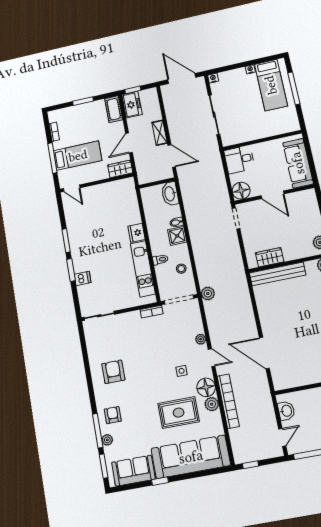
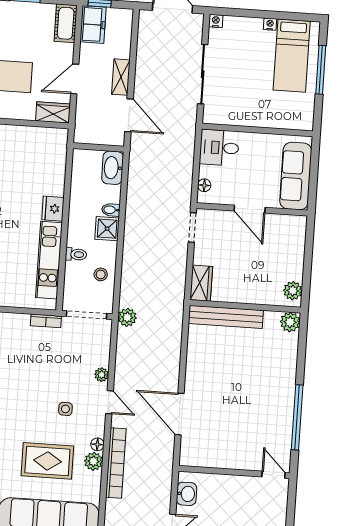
floor lamp: (241, 191) -> (204, 185), width x0.53, depth x0.53
wardrobe: (270, 257) -> (201, 283), moved, turned 90
floor lamp: (206, 387) -> (97, 444), width x0.53, depth x0.53

